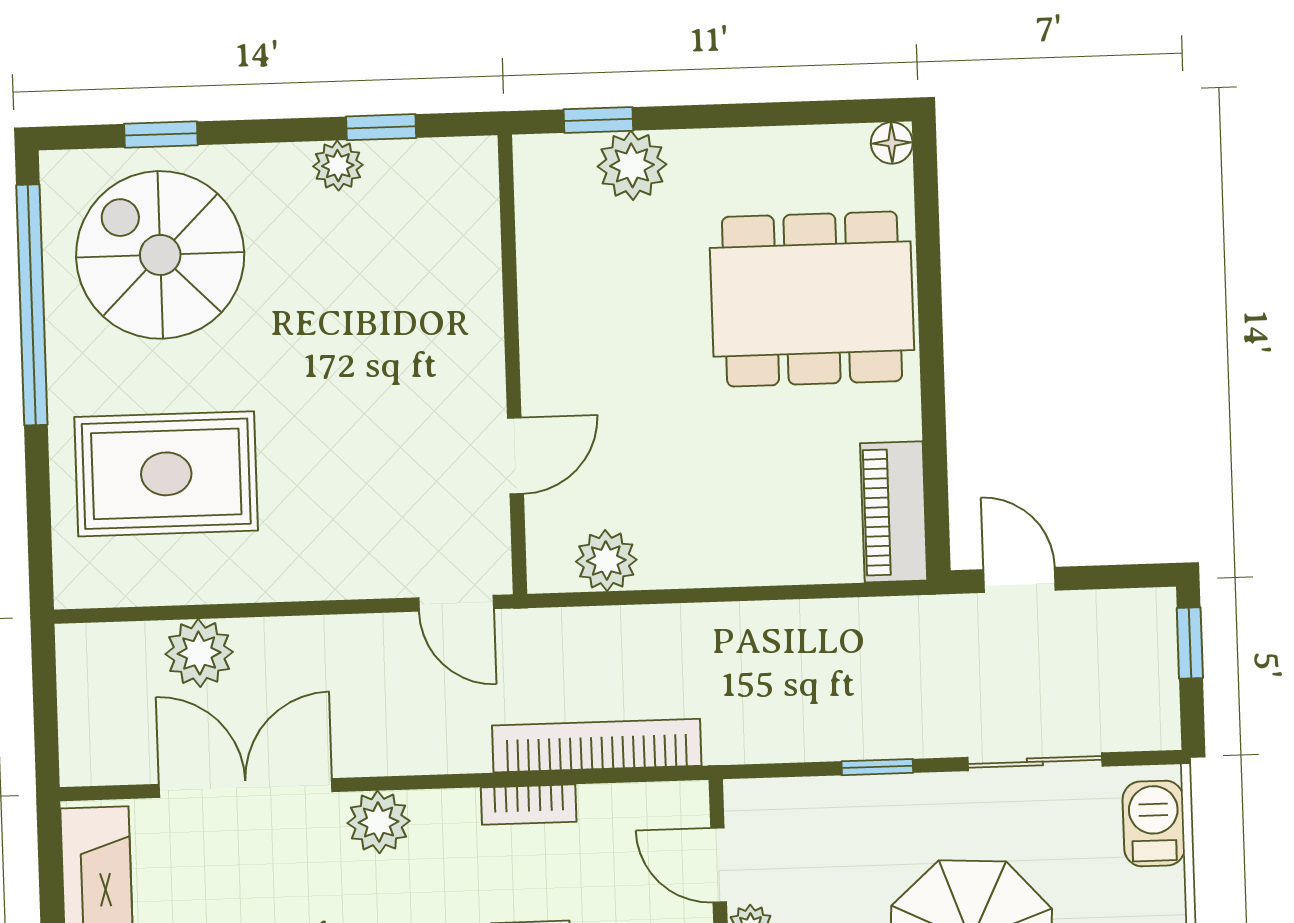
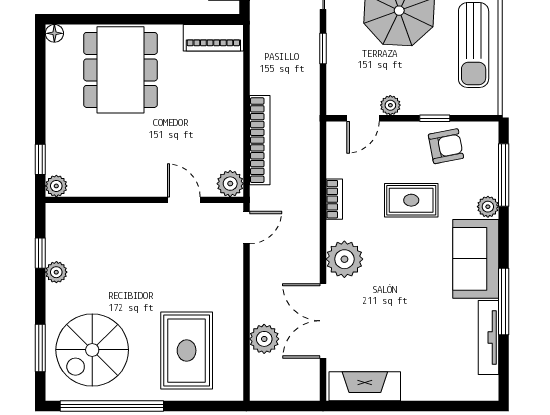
window: (161, 135) -> (40, 348), width x1.50
plant: (632, 165) -> (56, 186), moved, width x0.73, depth x0.73
plant: (606, 561) -> (230, 184), moved
bookcase: (597, 746) -> (260, 140), moved, turned 180
plant: (378, 822) -> (344, 259), width x1.36, depth x1.36

